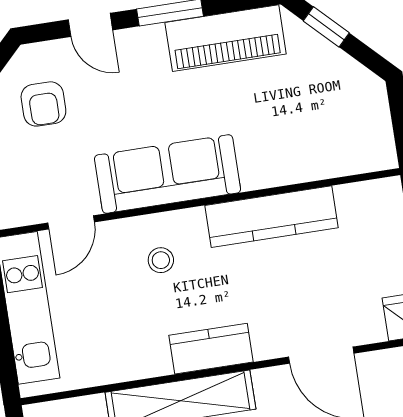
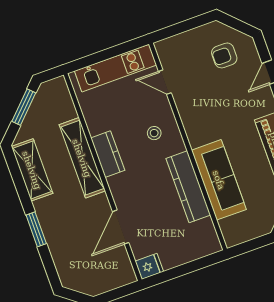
sofa: (168, 174) -> (219, 180), moved
kitchen counter: (211, 349) -> (108, 154), moved

